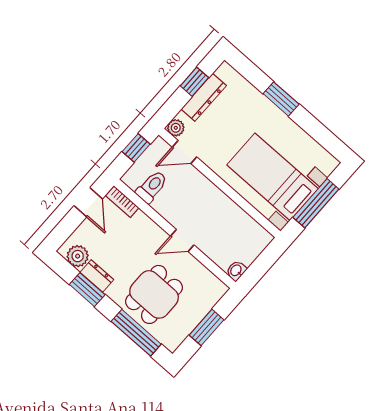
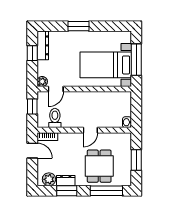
dresser: (204, 97) -> (43, 45), moved

